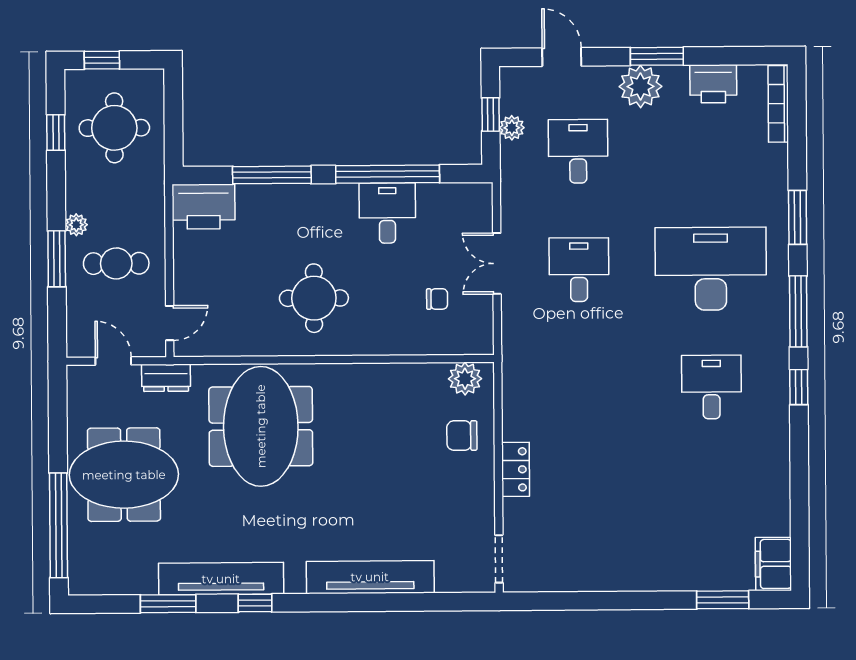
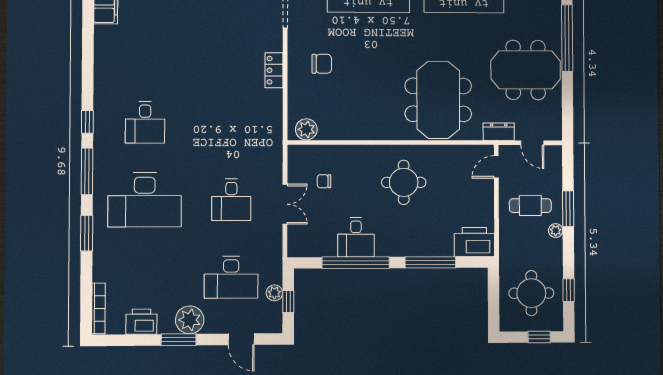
desk: (578, 151) -> (231, 277), width x1.37
chair: (462, 436) -> (322, 64), moved

